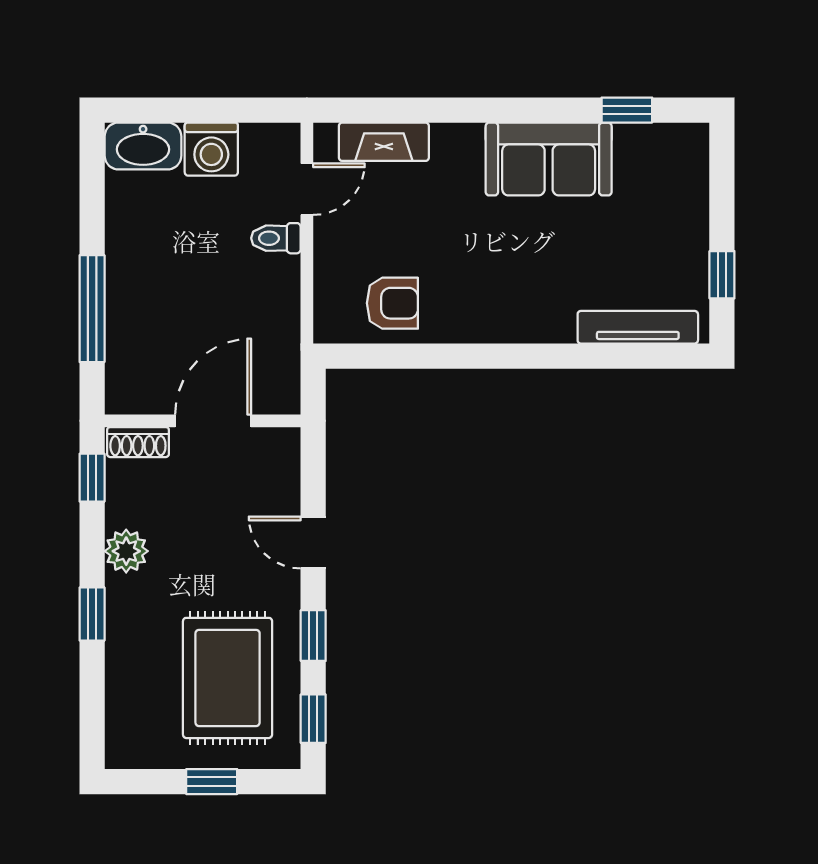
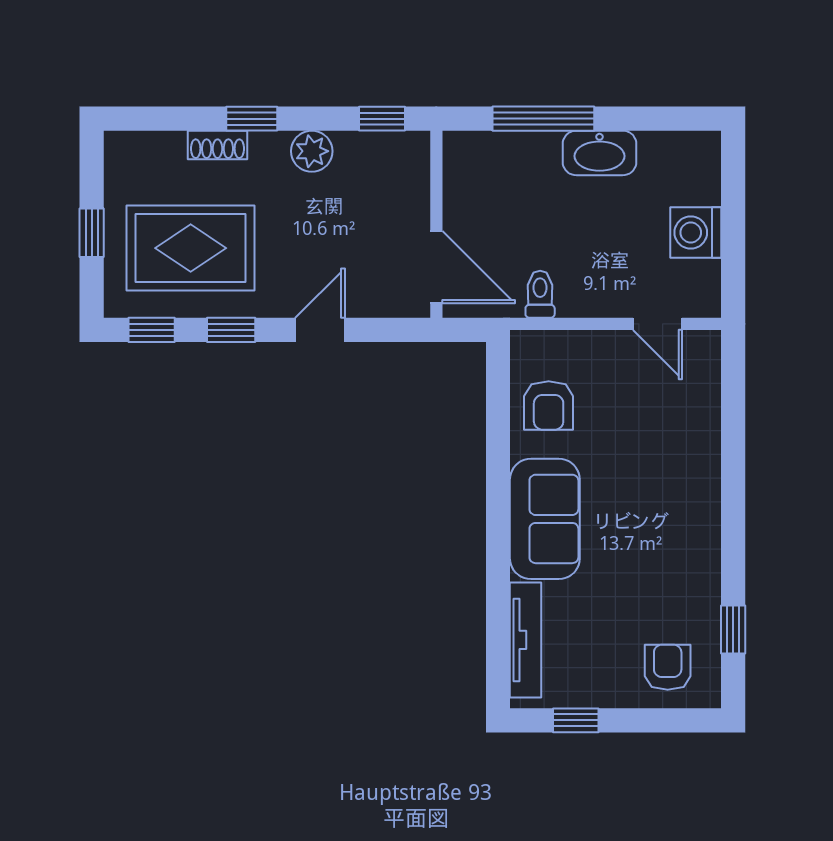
fireplace: (384, 142) -> (703, 397), removed
washbasin: (143, 146) -> (600, 153), moved, turned -90
sofa: (549, 159) -> (545, 519), moved, turned 180
armchair: (666, 179) -> (668, 667), added
toilet: (276, 238) -> (540, 294), moved
door: (213, 421) -> (436, 267), moved
shoe rack: (138, 442) -> (218, 145), moved, turned -90

